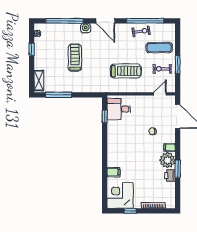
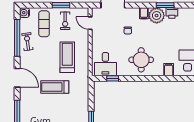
door: (105, 21) -> (17, 78), hinge flipped
water cooler: (86, 28) -> (24, 13), moved
treadmill: (75, 58) -> (55, 87), moved
round table: (123, 145) -> (141, 60), added

